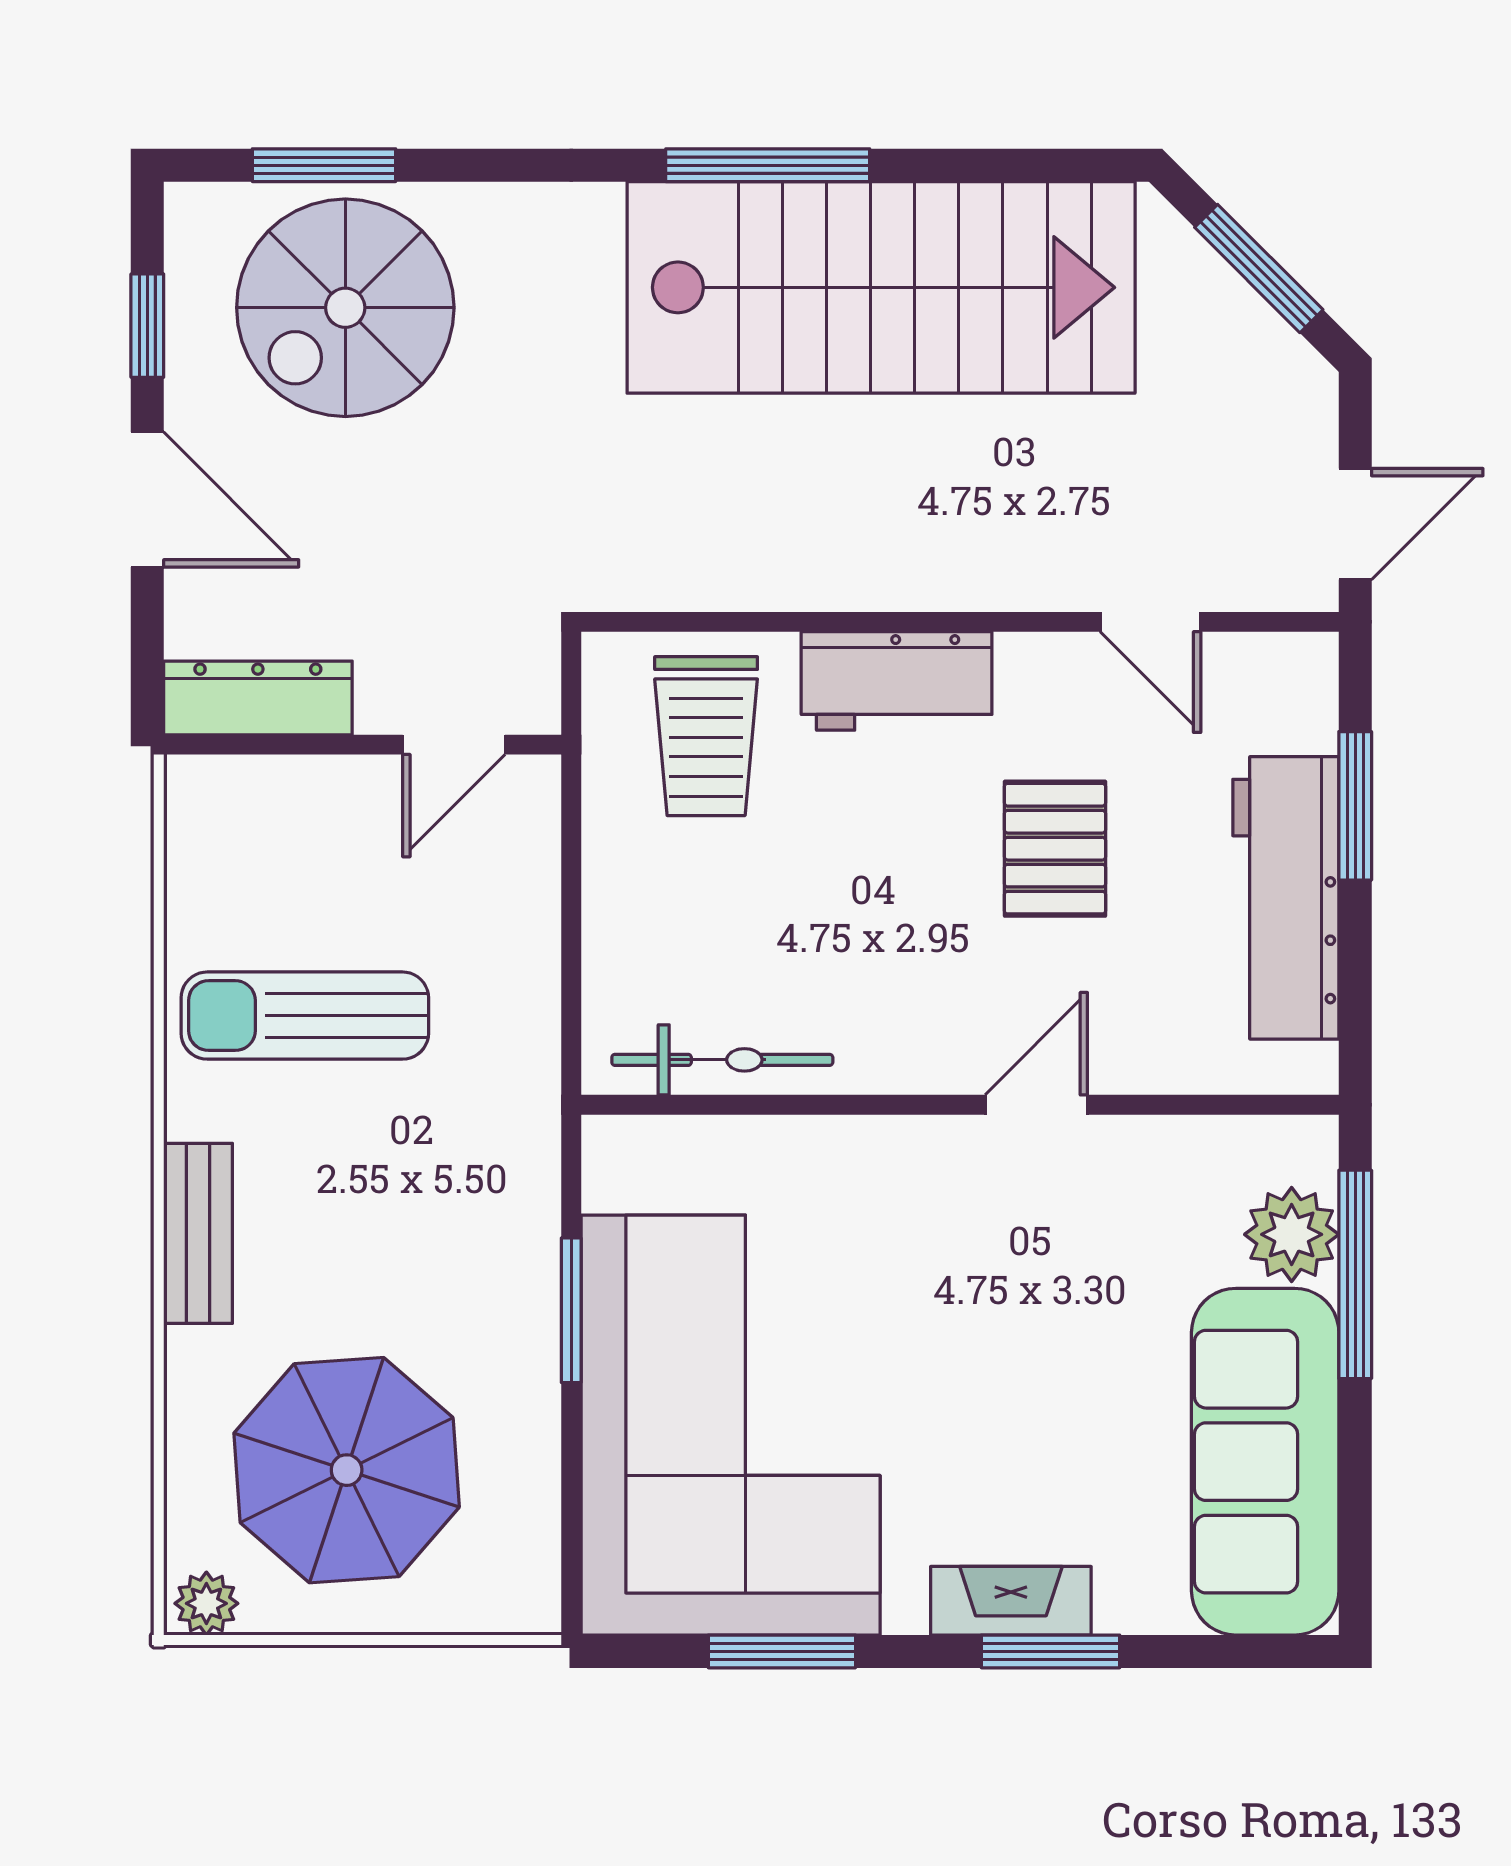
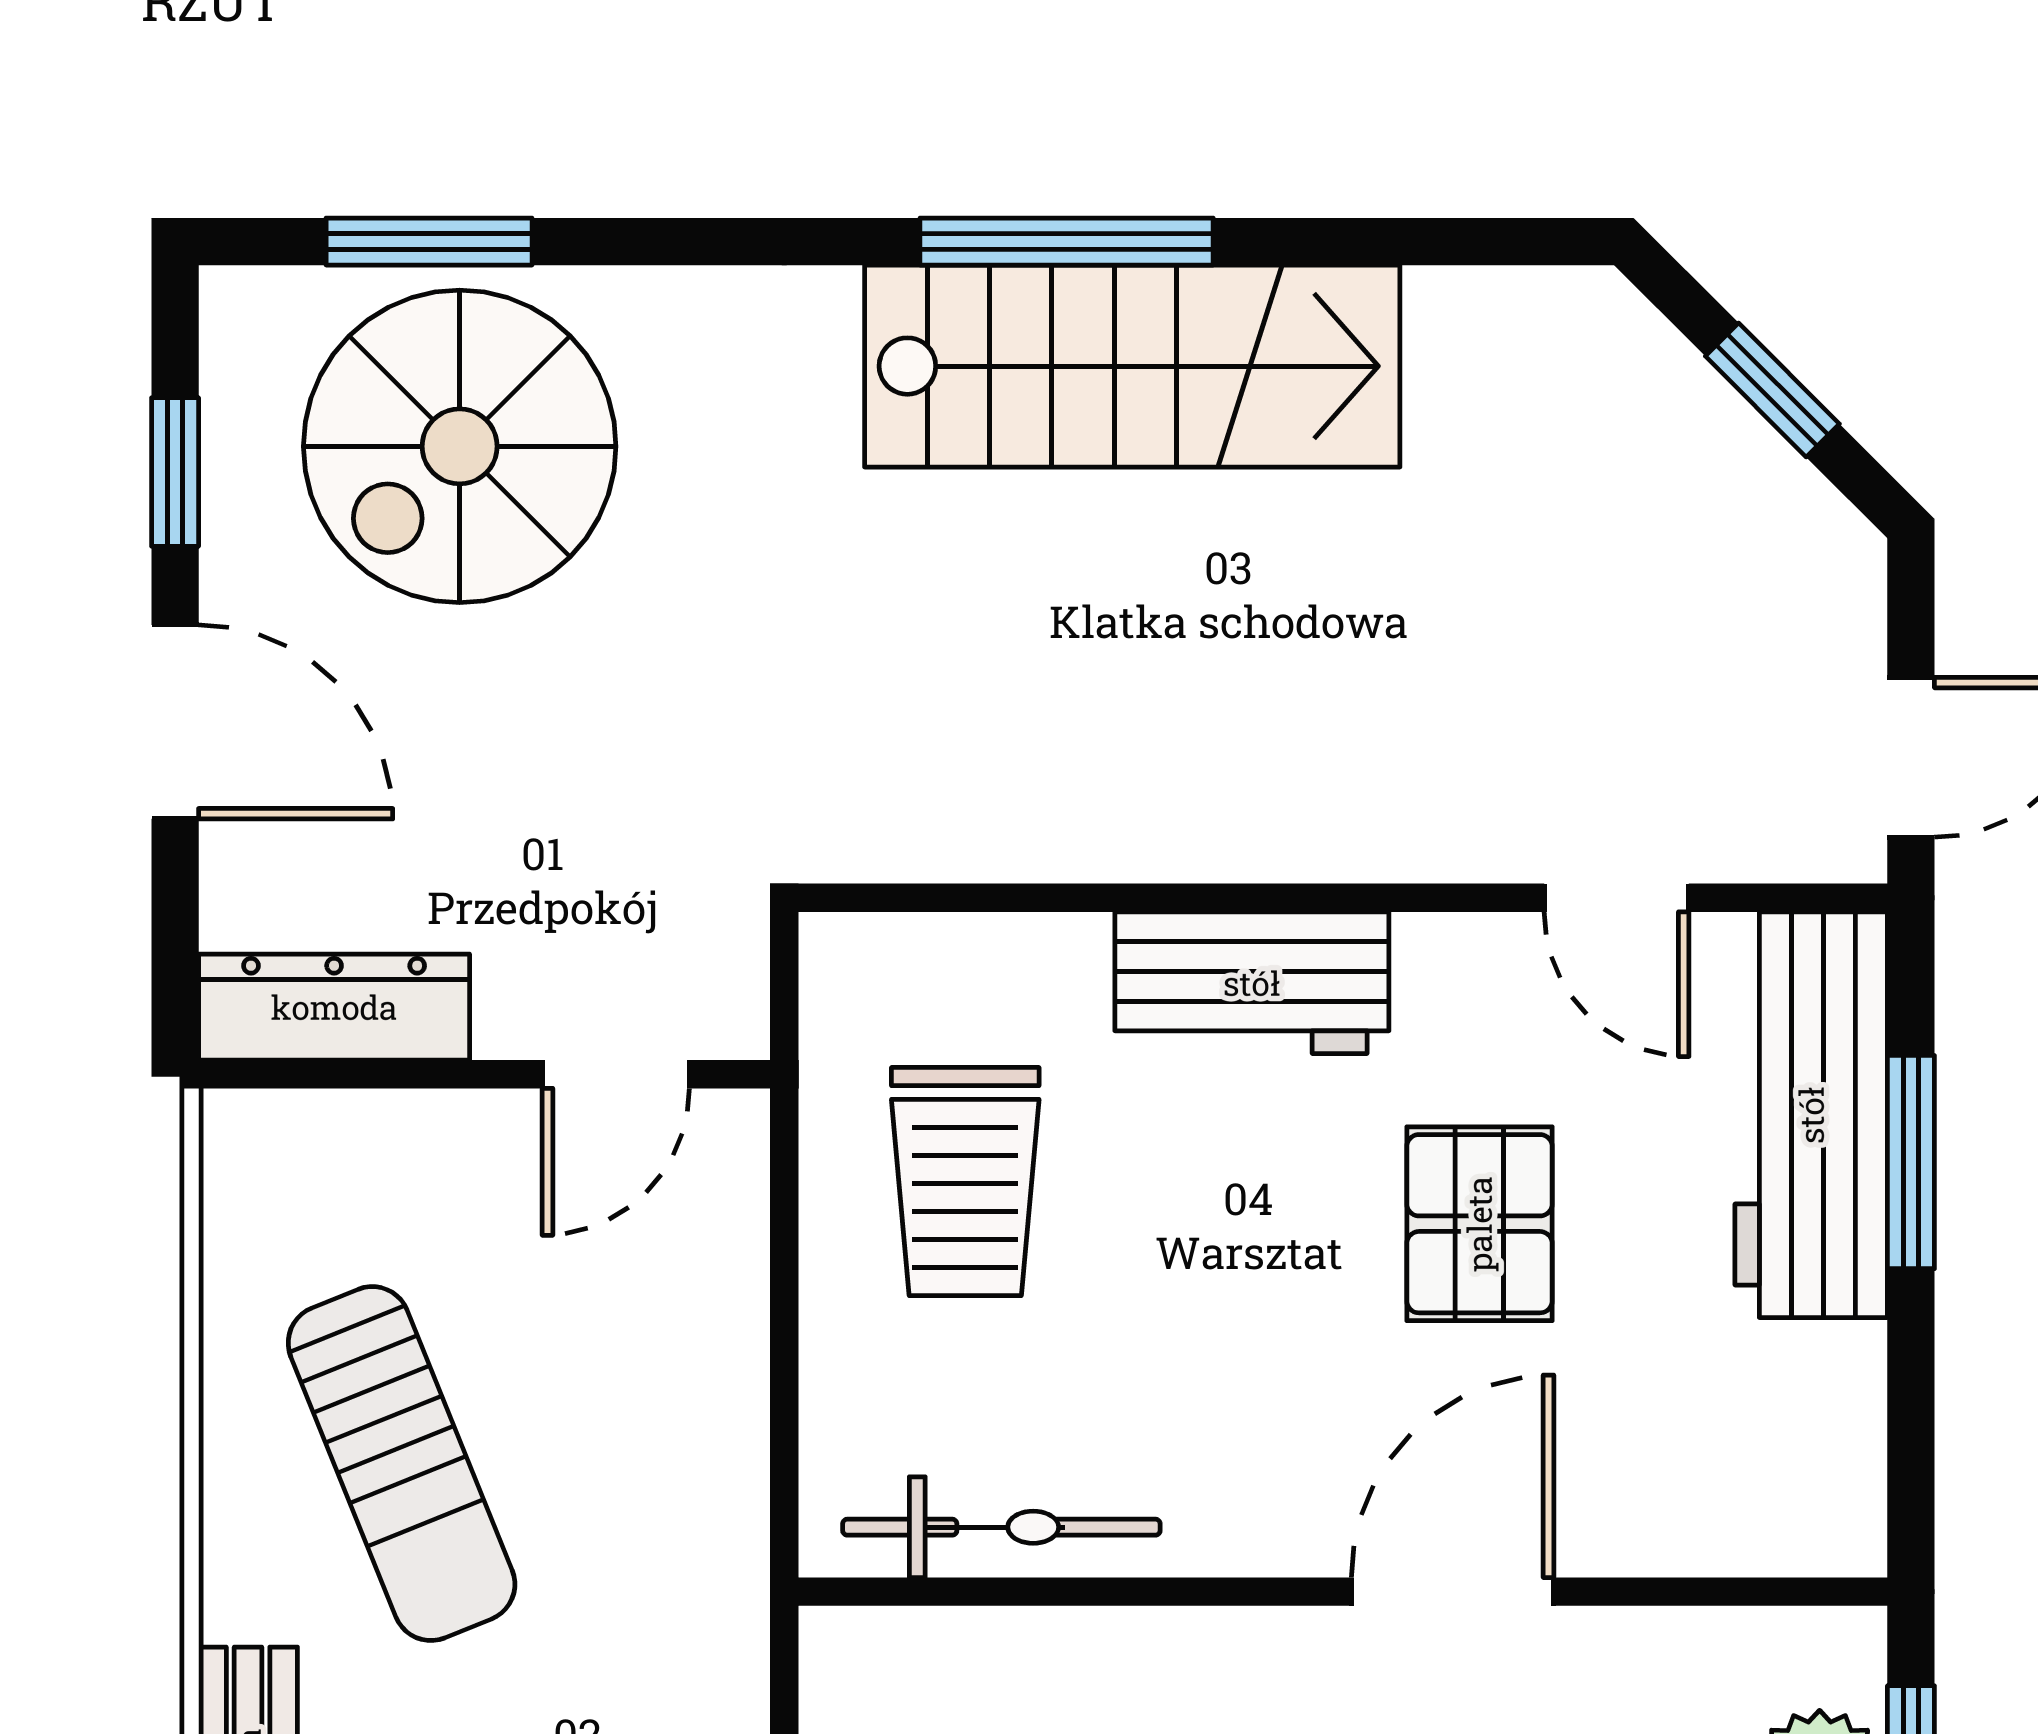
window: (1259, 269) -> (1772, 390), width x0.67
stairs: (881, 287) -> (1132, 366), width x0.73, depth x0.66
trolley: (706, 736) -> (965, 1182), moved
workbench: (1286, 898) -> (1811, 1115), moved
sun lounger: (305, 1016) -> (402, 1464), turned -112
door: (1036, 1105) -> (1453, 1592), width x1.38

